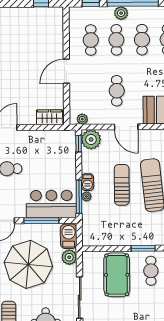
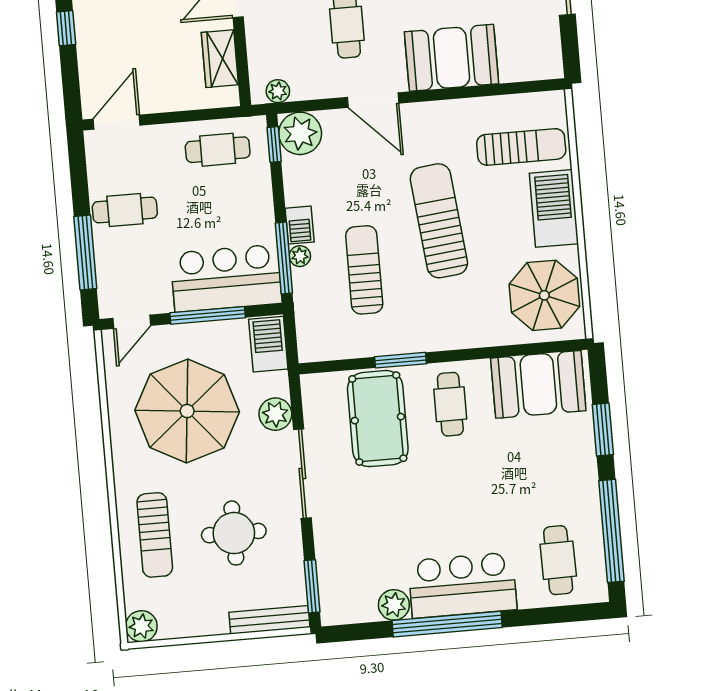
wardrobe: (50, 117) -> (220, 59), moved, turned -90
cafe table: (52, 144) -> (218, 150), added
sun lounger: (122, 185) -> (364, 270), moved
window: (143, 248) -> (400, 360), moved
plant: (69, 257) -> (275, 414), moved

